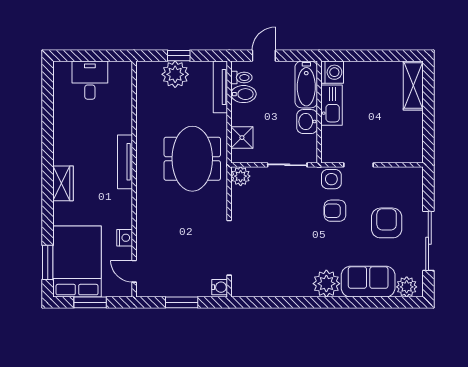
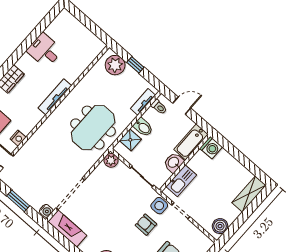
plant: (175, 74) -> (115, 65), moved
desk: (90, 80) -> (45, 50), moved, turned -90
tv unit: (220, 87) -> (143, 102), width x0.71
bidet: (244, 94) -> (143, 127), moved
kitchen sink: (332, 105) -> (181, 181), moved
boiler: (413, 145) -> (220, 226), added
fireplace: (257, 286) -> (67, 229), added

